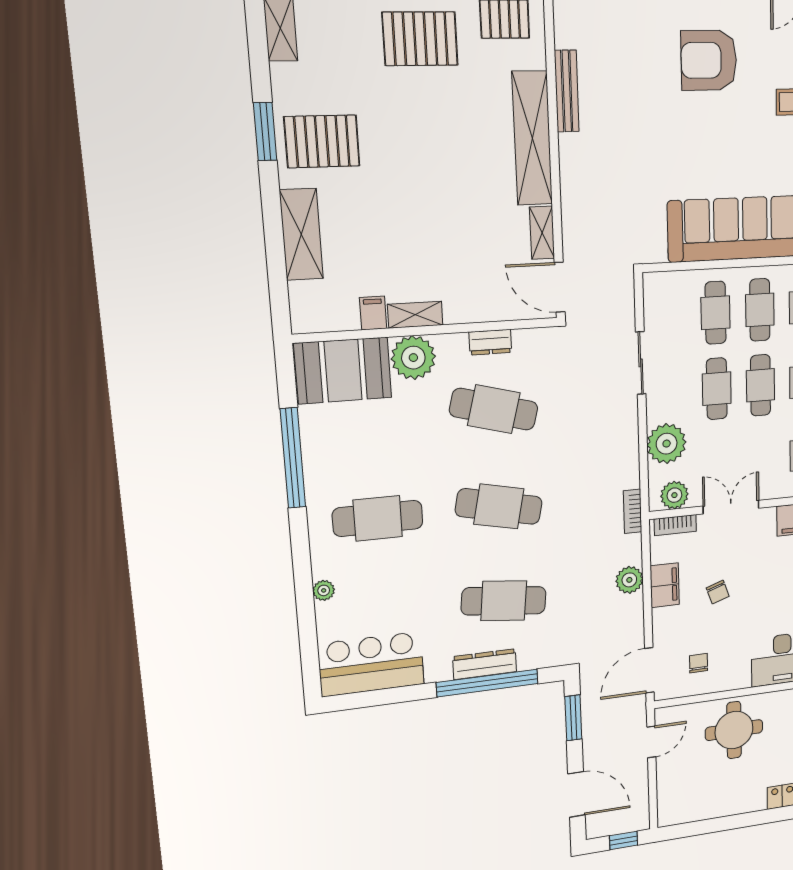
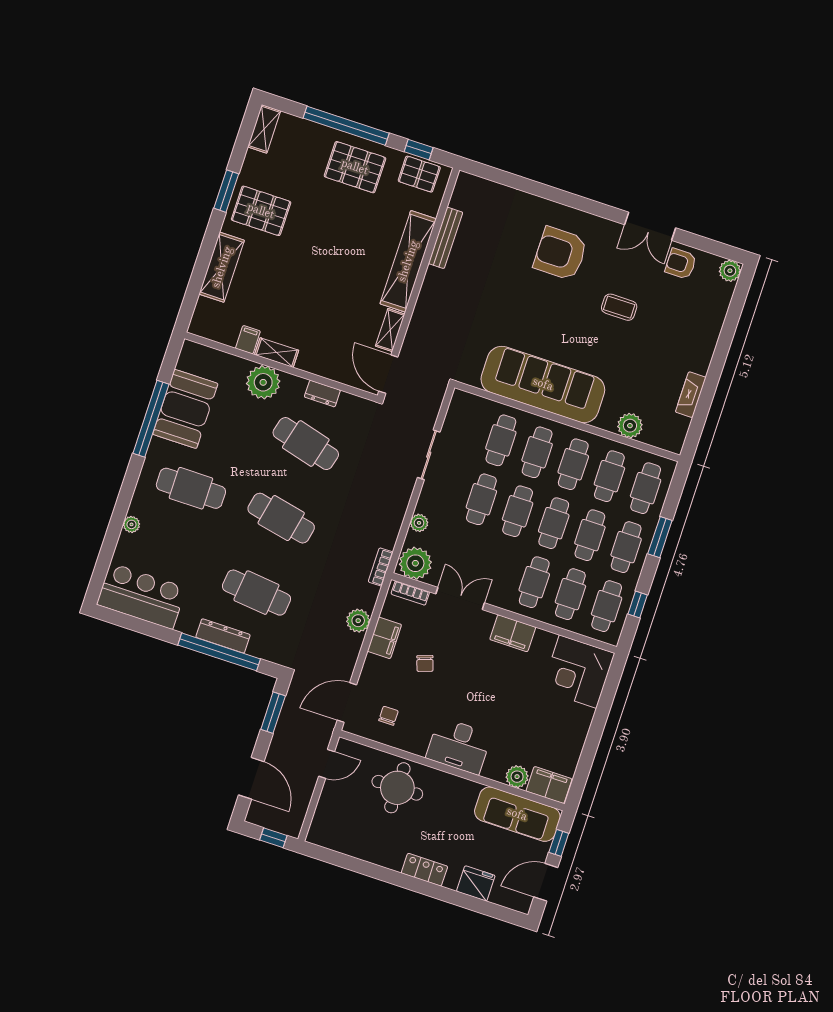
booth: (343, 371) -> (185, 409), moved, turned 90
plant: (667, 444) -> (419, 523), width x0.53, depth x0.53
plant: (674, 495) -> (415, 563), width x1.36, depth x1.36

